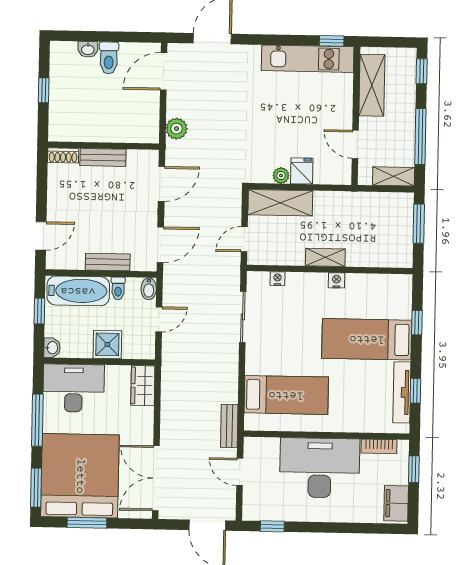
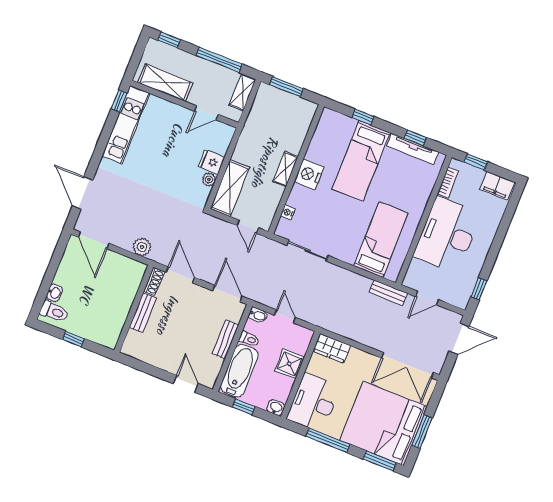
toilet: (109, 58) -> (54, 312), moved
shoe rack: (63, 155) -> (154, 281), moved
nightstand: (336, 280) -> (309, 174), width x1.89, depth x1.79

